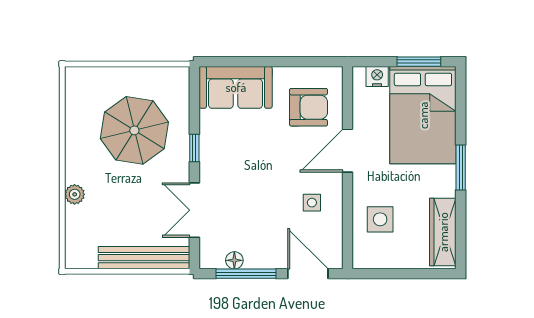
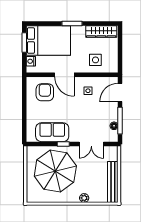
sofa: (236, 87) -> (52, 132), moved, turned -90
parasol: (134, 130) -> (55, 171), width x1.36, depth x1.36
bench: (144, 258) -> (113, 182), moved

